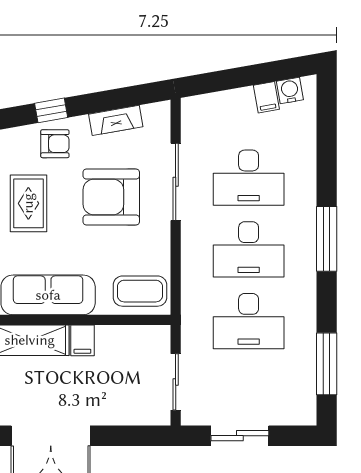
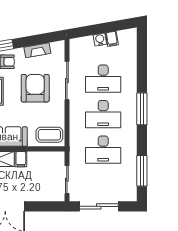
water cooler: (290, 91) -> (100, 40), moved
armchair: (111, 197) -> (35, 88), turned 90
sliding door: (240, 436) -> (99, 206), width x1.37

